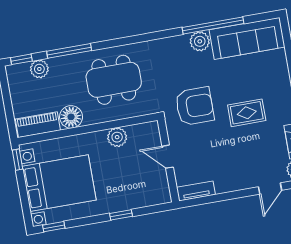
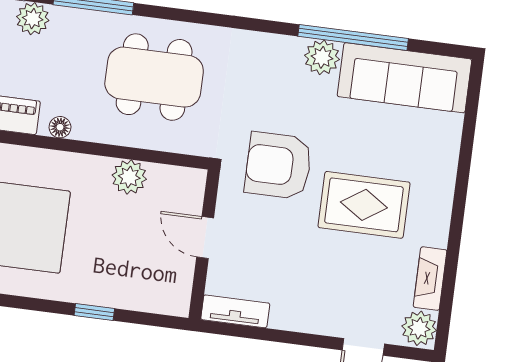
armchair: (195, 106) -> (278, 166), turned 180
rug: (247, 113) -> (364, 205), width x1.36, depth x1.43
floor lamp: (71, 117) -> (60, 127), width x0.53, depth x0.53

